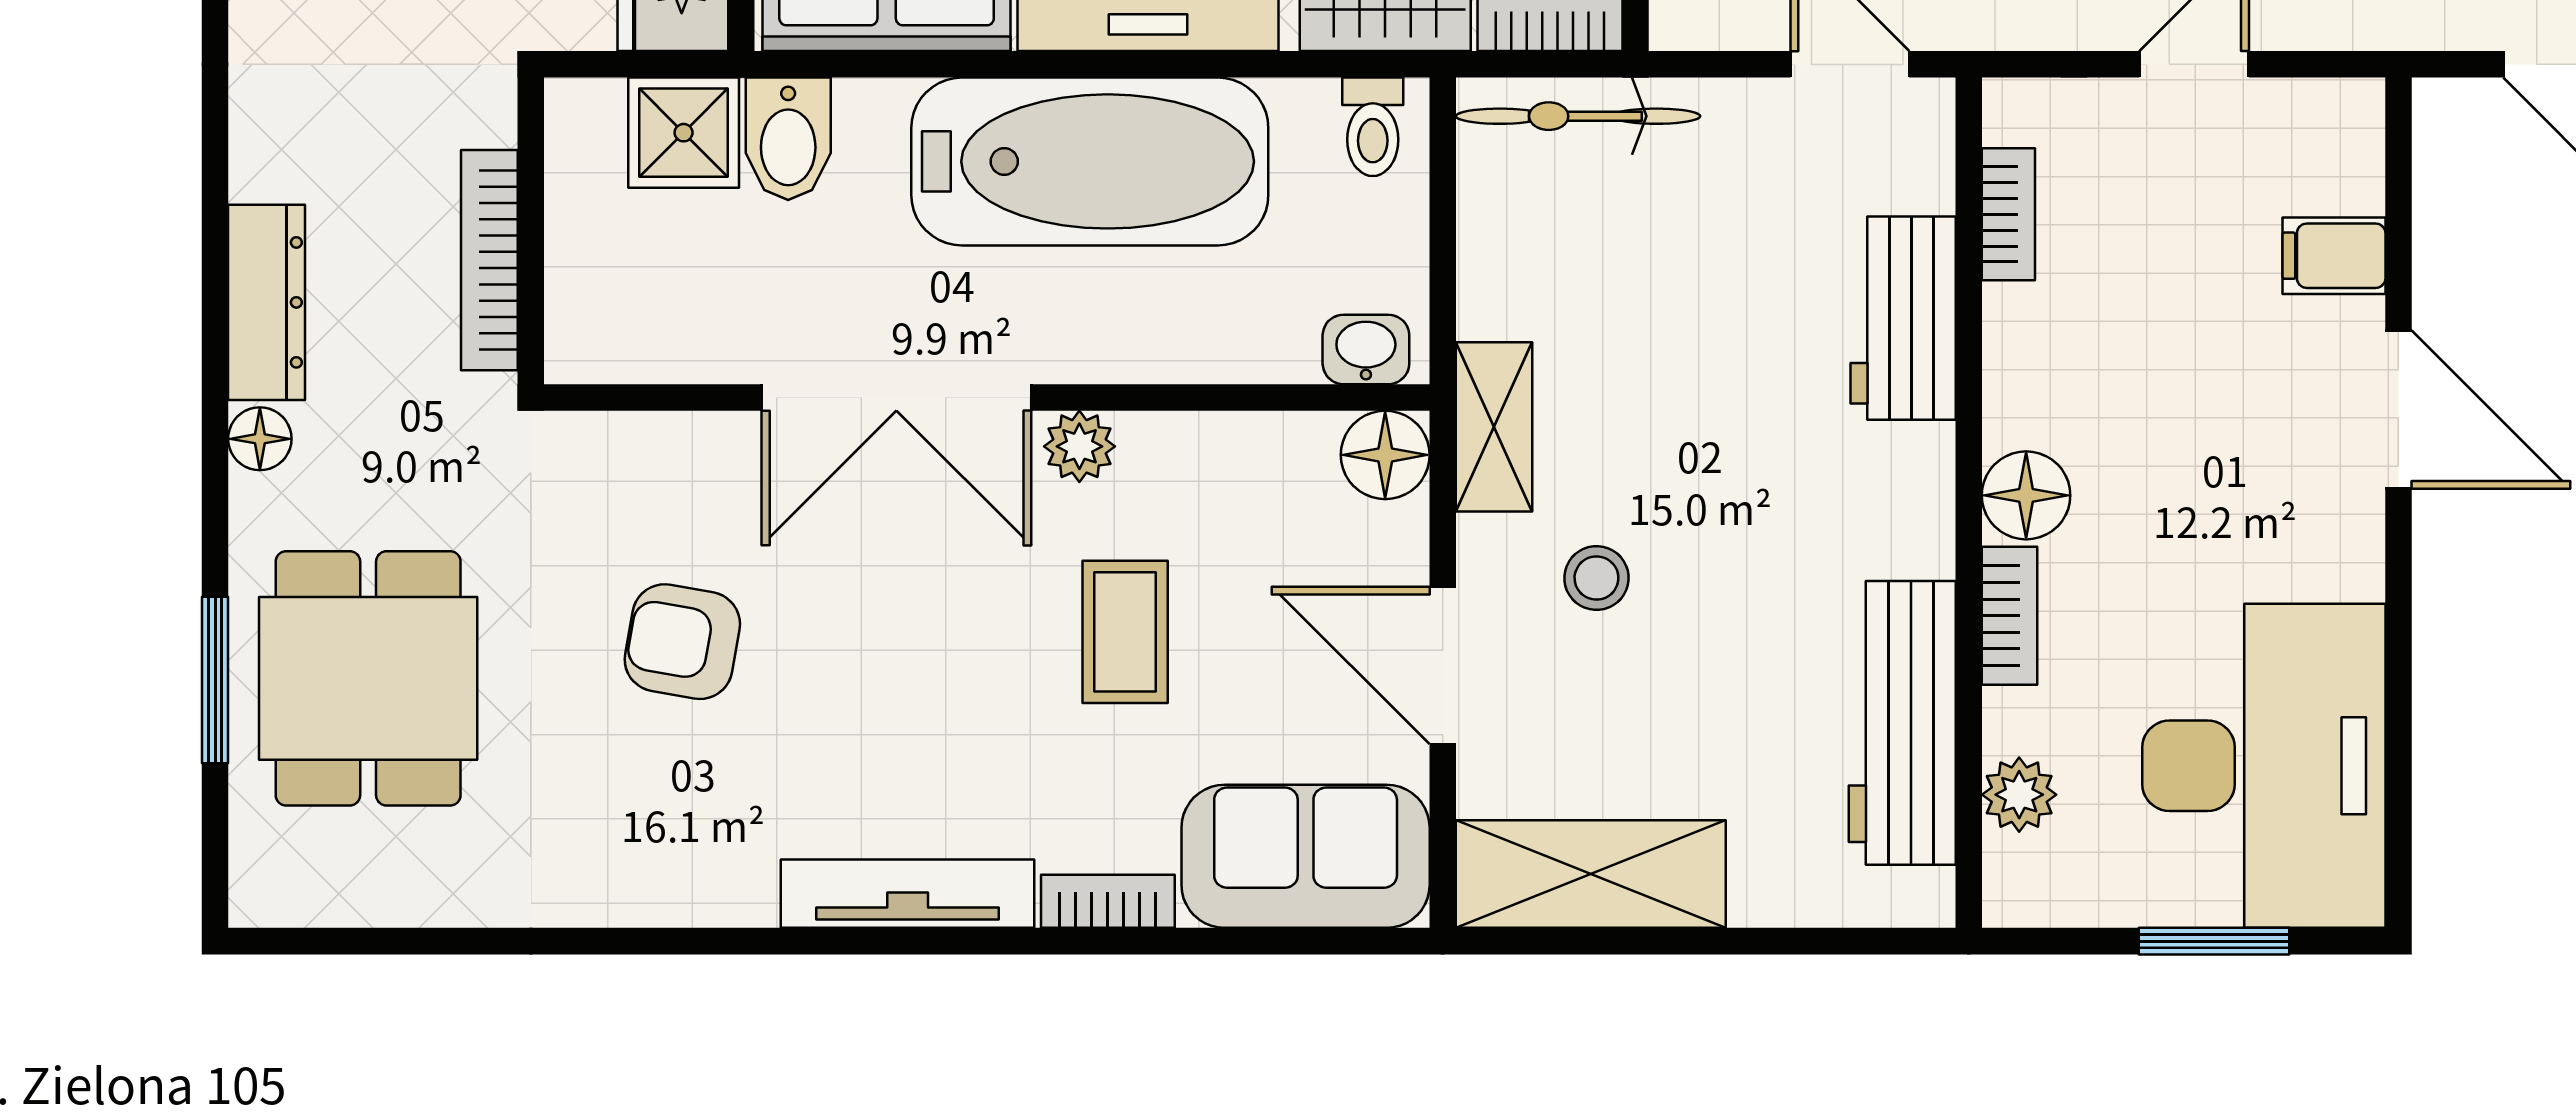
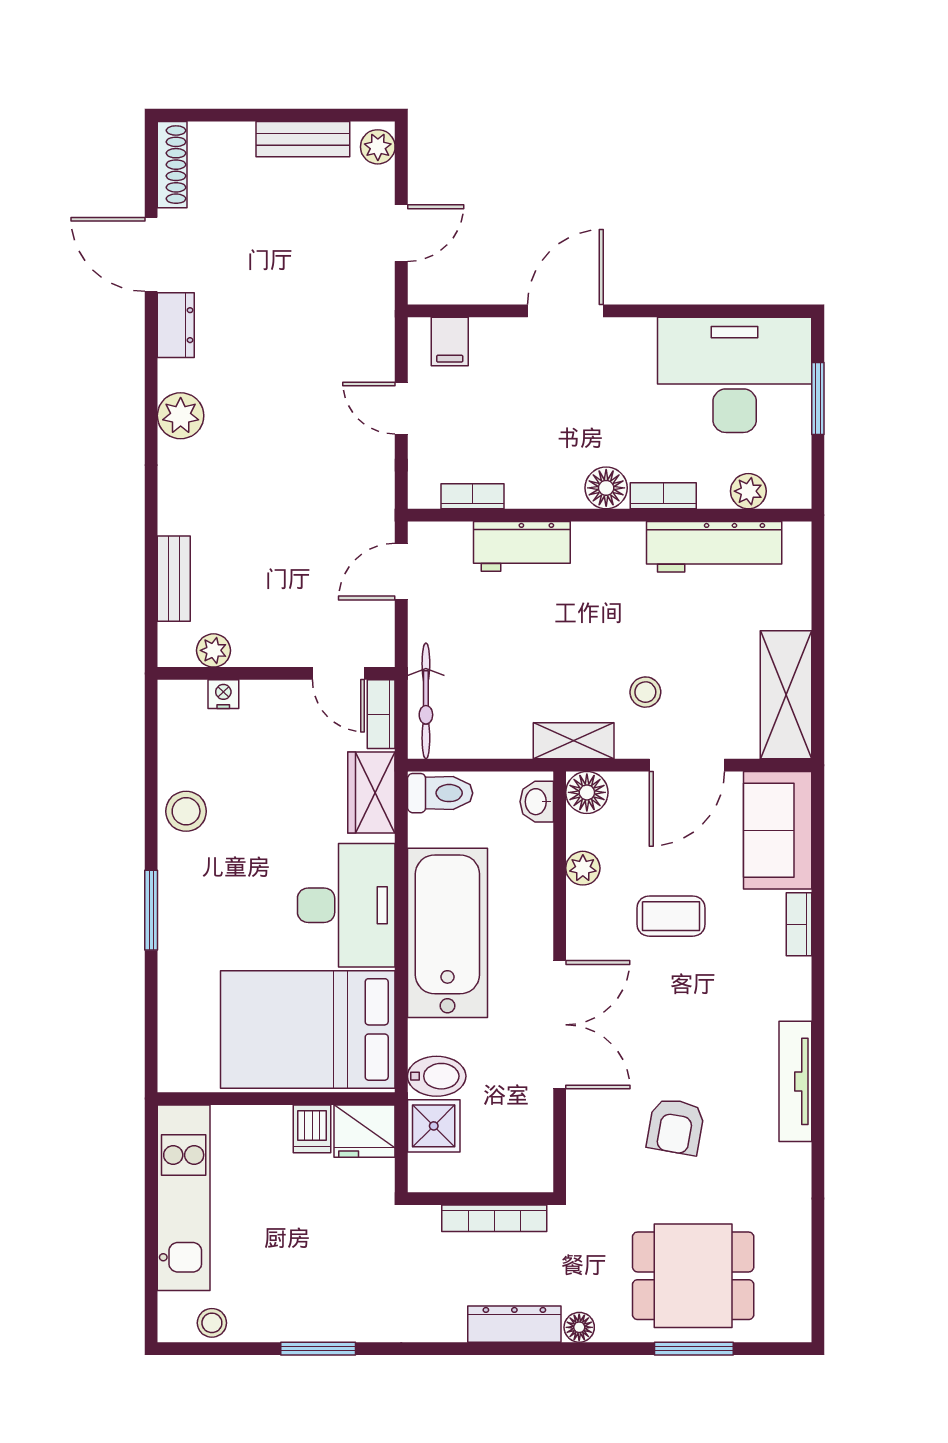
toilet: (1373, 127) -> (440, 793), width x1.37, depth x1.39
filing cabinet: (2334, 256) -> (450, 342), moved
plant: (1079, 446) -> (583, 868), moved
tv unit: (908, 894) -> (795, 1081), moved

